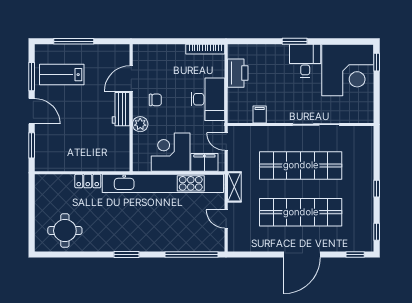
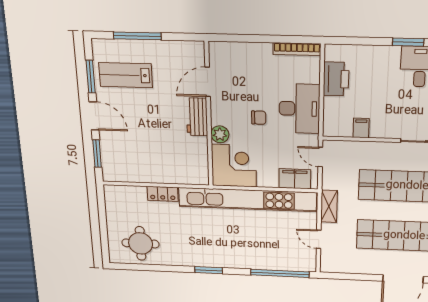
chair: (155, 100) -> (259, 118), moved
corner desk: (171, 152) -> (234, 166), moved, turned 90

